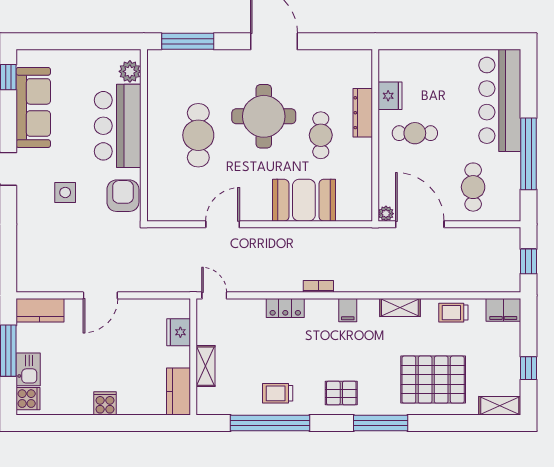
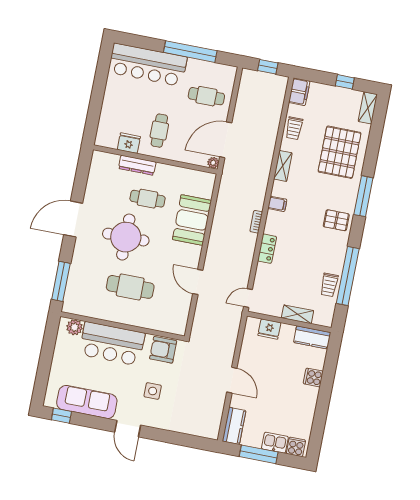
trolley: (278, 393) -> (329, 285), moved
pallet: (341, 393) -> (336, 220), turned 90
cooker: (105, 403) -> (313, 377), moved

